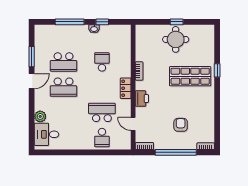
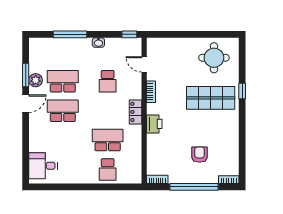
window: (102, 22) -> (129, 34), moved
window: (177, 22) -> (195, 34), removed
round table: (176, 39) -> (214, 58), moved
school desk: (64, 62) -> (63, 81), turned 180
school desk: (102, 62) -> (108, 81), turned 180
school desk: (64, 87) -> (63, 111), turned 180
plant: (40, 116) -> (36, 80), moved
door: (133, 124) -> (144, 64), moved

